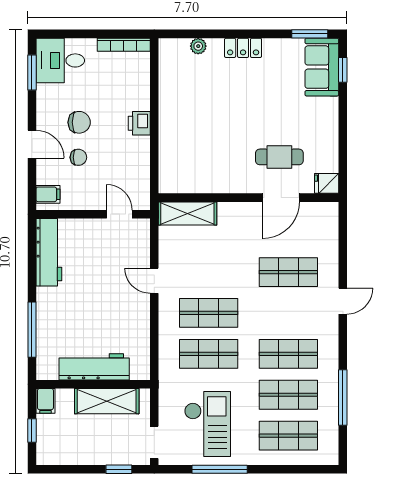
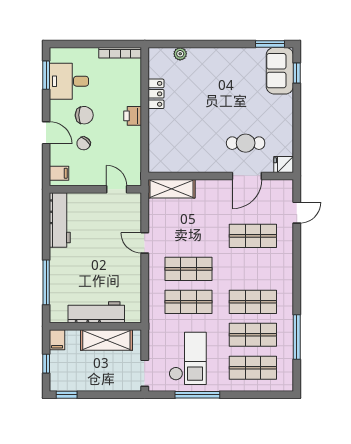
locker: (243, 48) -> (156, 94), moved, turned -90
desk: (60, 60) -> (69, 81), moved
chair: (78, 157) -> (84, 143), turned 132
door: (343, 301) -> (297, 213), moved
window: (119, 469) -> (67, 395), moved

